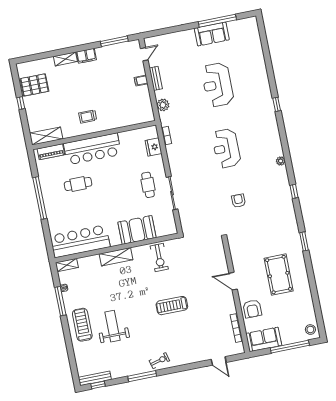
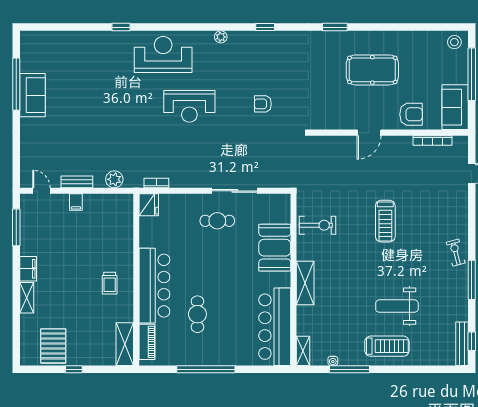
reception desk: (218, 85) -> (163, 54), moved, turned 180
window: (277, 104) -> (121, 27), moved
fridge: (153, 147) -> (149, 205), moved, turned -90
treadmill: (82, 325) -> (387, 346), turned 180

